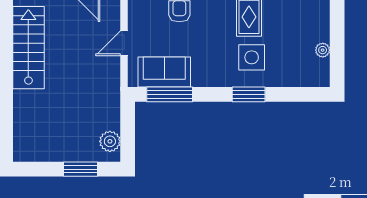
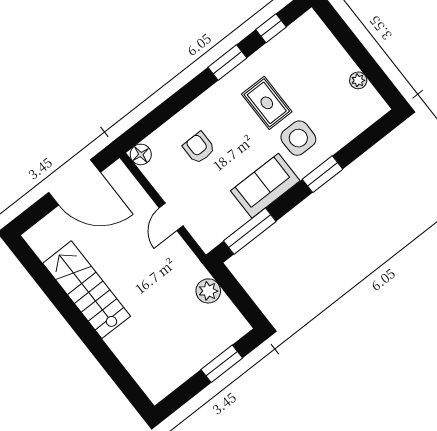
sofa: (164, 72) -> (265, 186), moved
plant: (110, 141) -> (208, 291), moved

